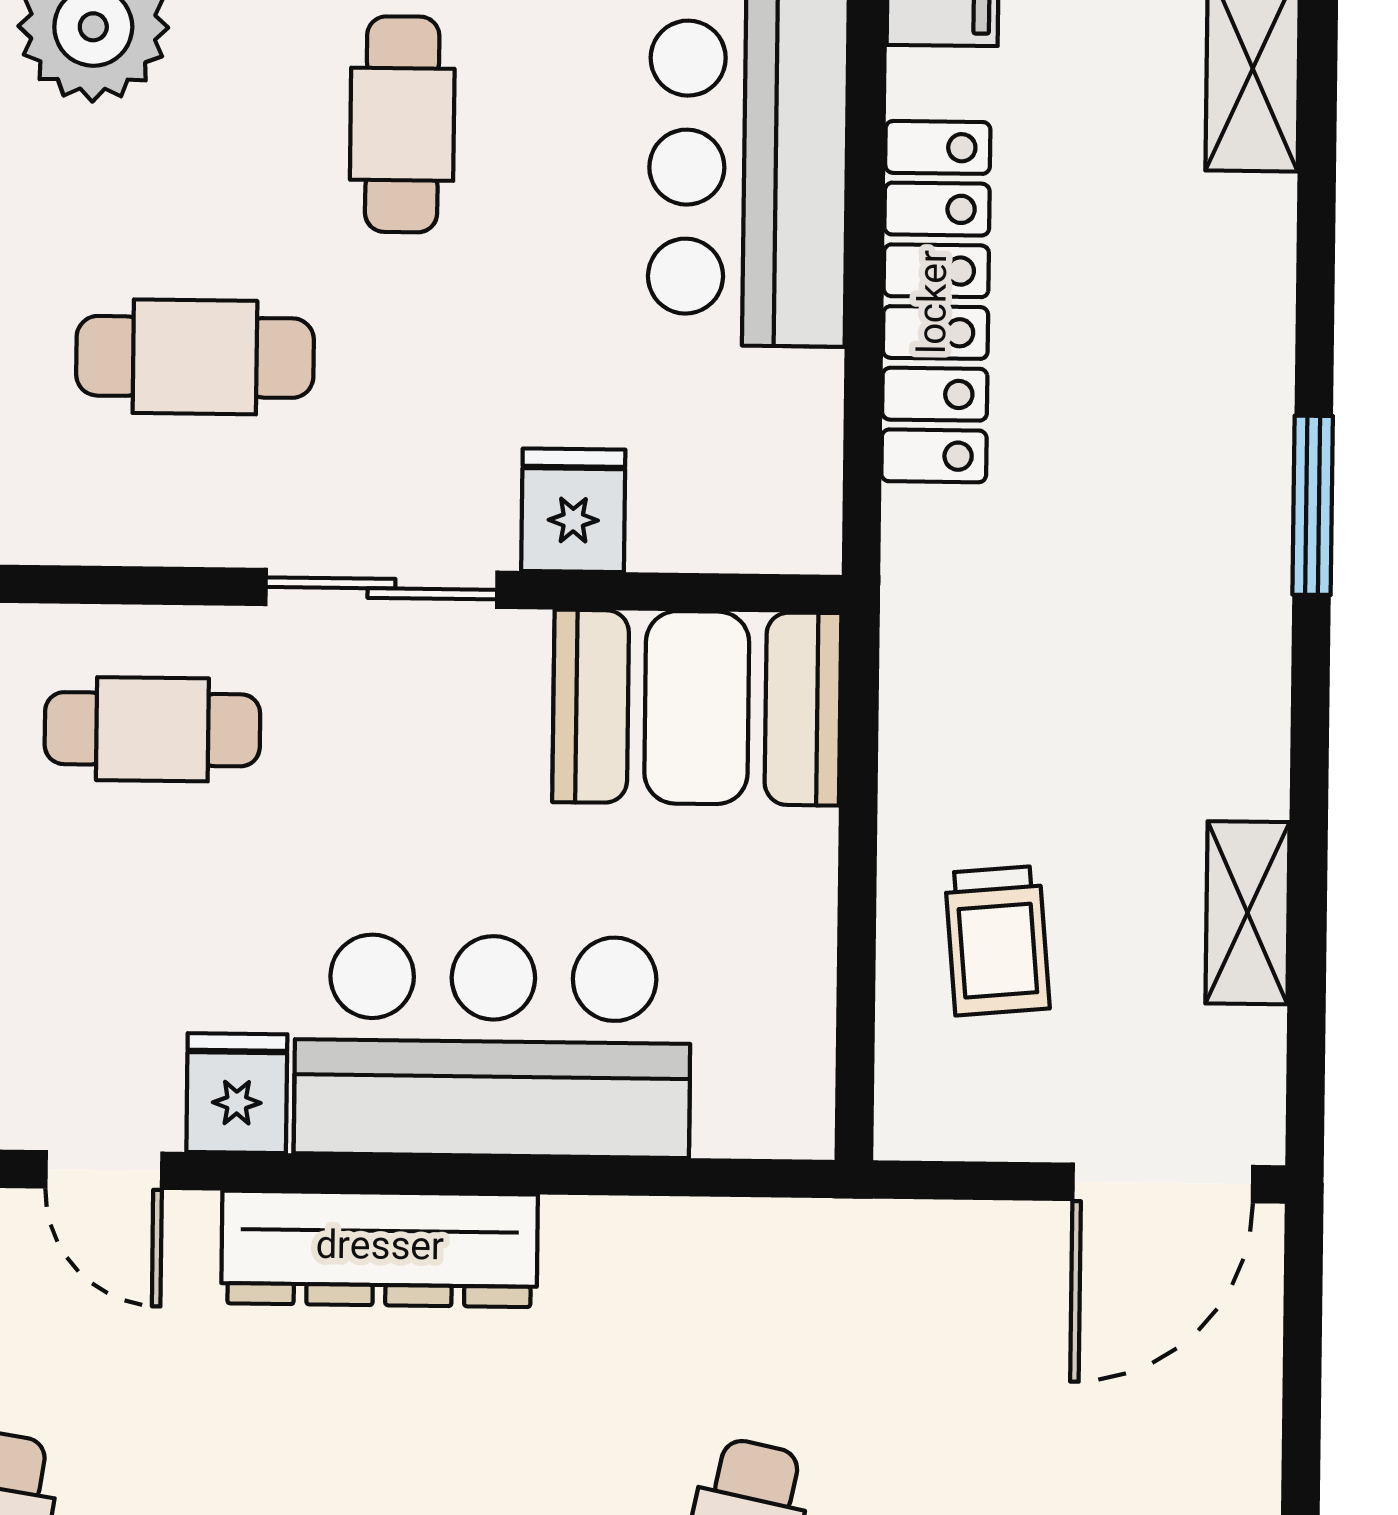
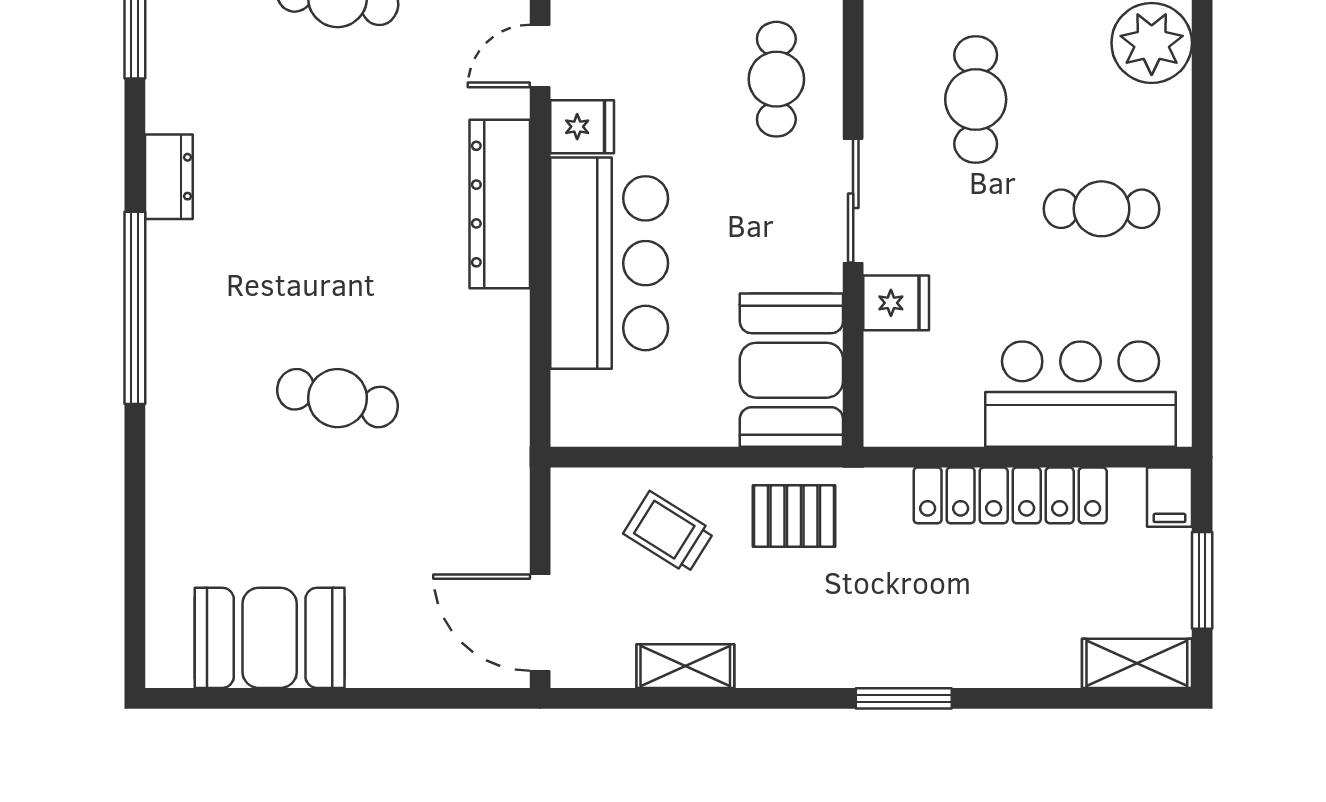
pallet: (970, 706) -> (794, 516), added
trolley: (997, 941) -> (669, 532), turned 37

